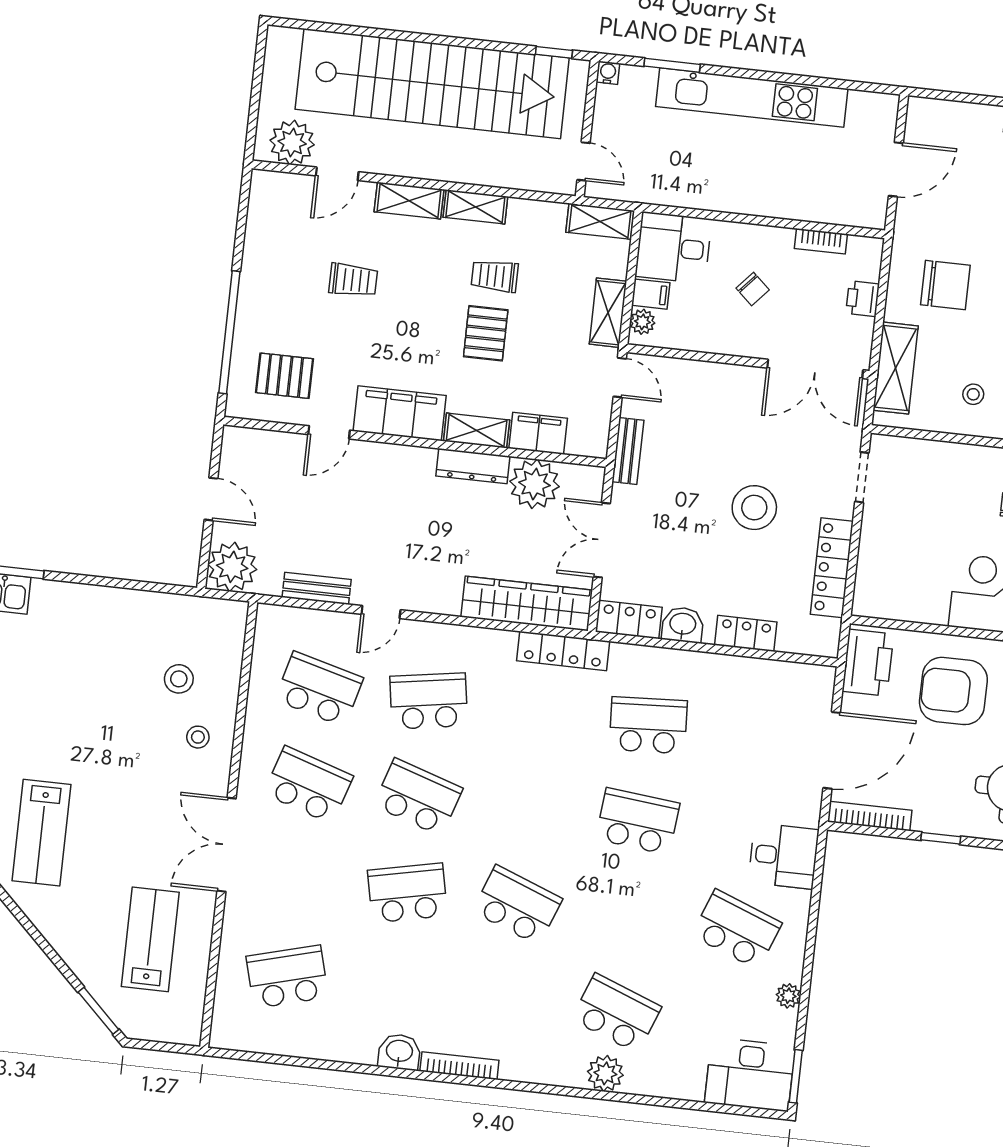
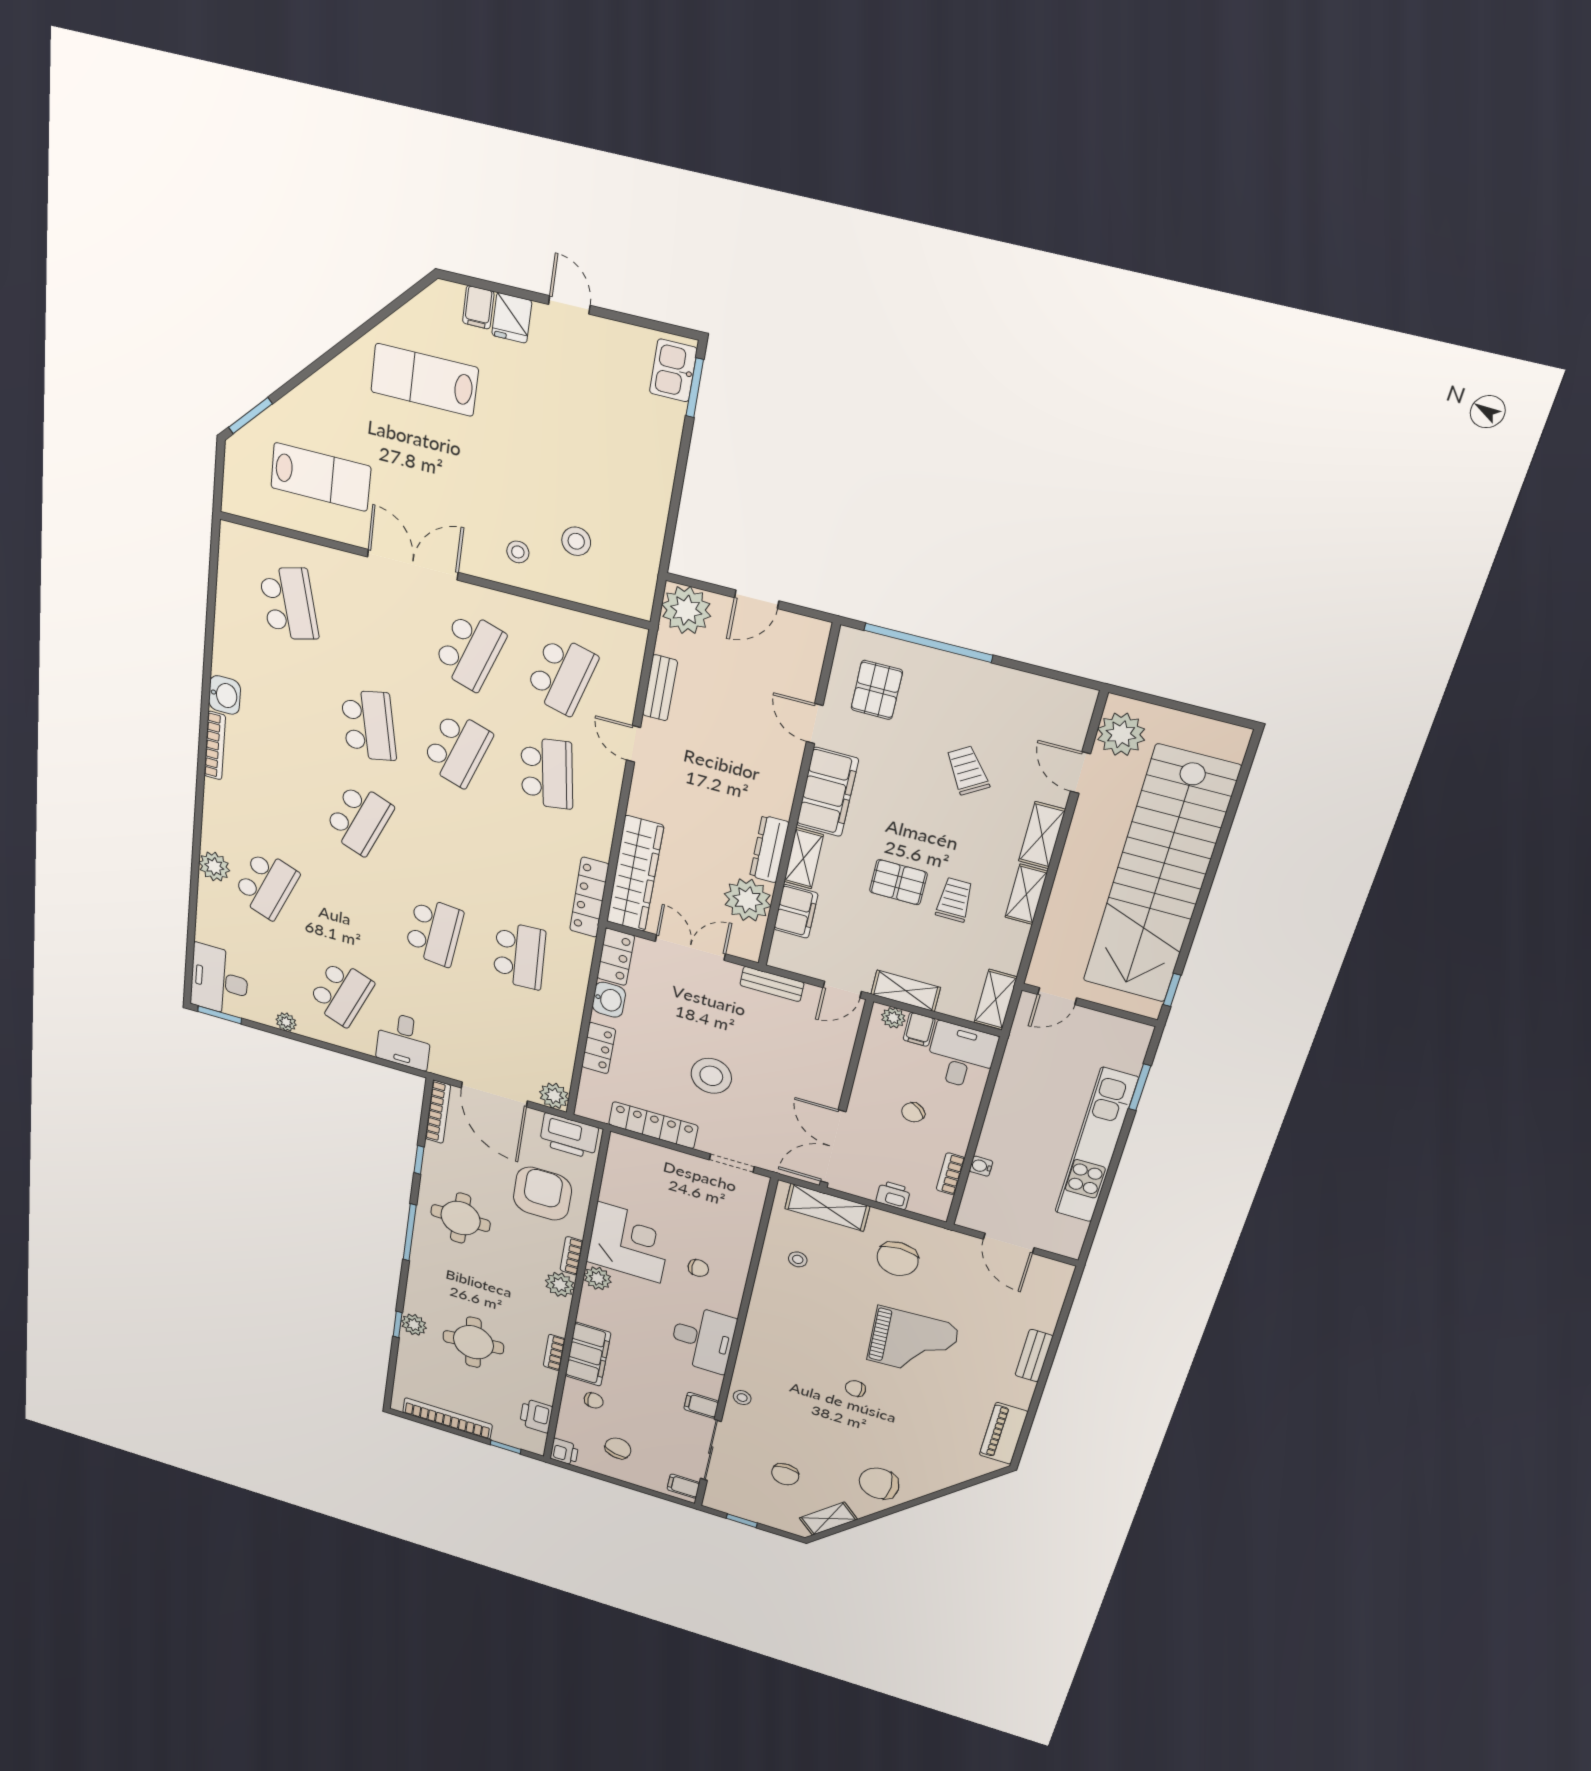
water cooler: (608, 73) -> (981, 1166), moved, turned 180
trolley: (353, 280) -> (967, 770), turned 147
plant: (818, 681) -> (554, 1096), added

